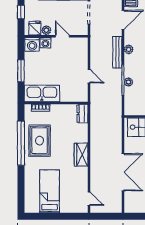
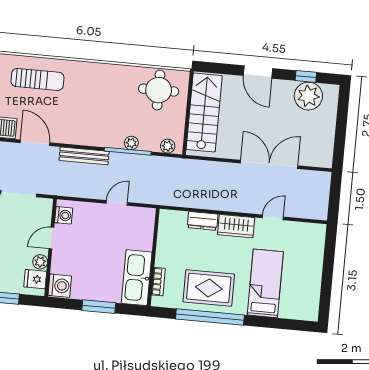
washing machine: (45, 43) -> (64, 215), moved
plant: (129, 49) -> (168, 146), moved
dresser: (82, 114) -> (203, 221), moved
bed: (50, 191) -> (265, 283), moved, turned 90
door: (89, 199) -> (273, 217), moved

